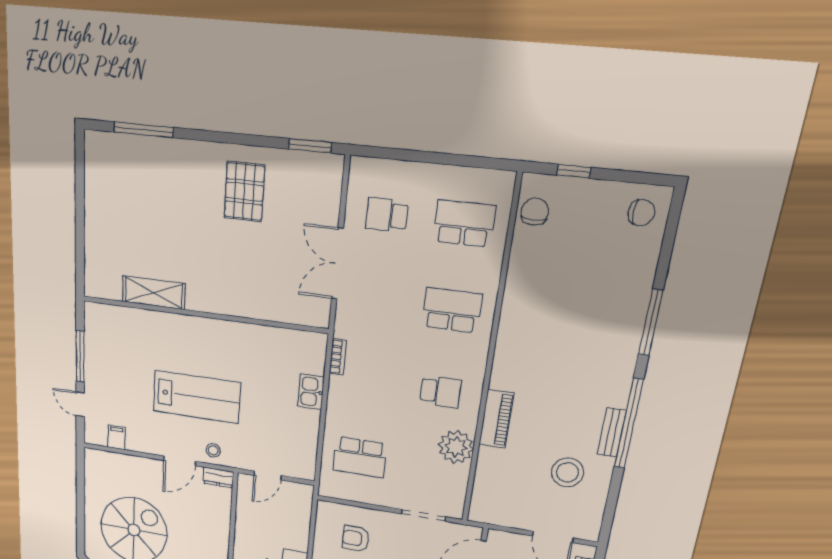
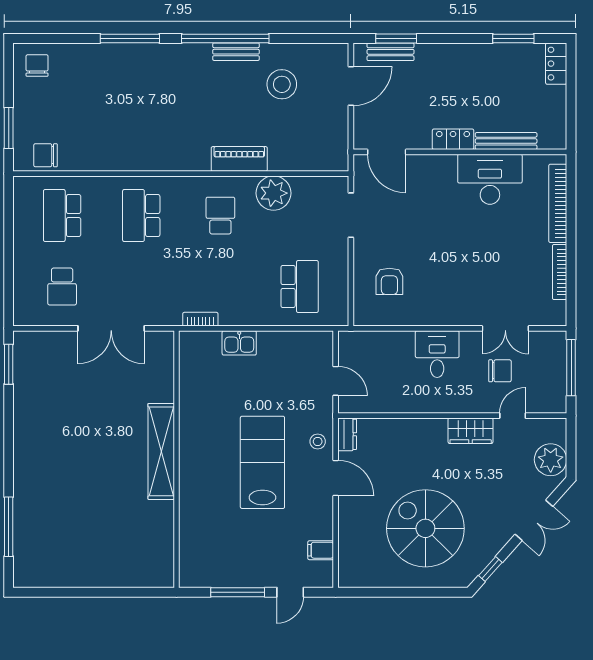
window: (574, 171) -> (9, 128), width x1.50
pallet: (244, 192) -> (55, 424), removed
shelving: (154, 293) -> (161, 451), moved, width x1.47

